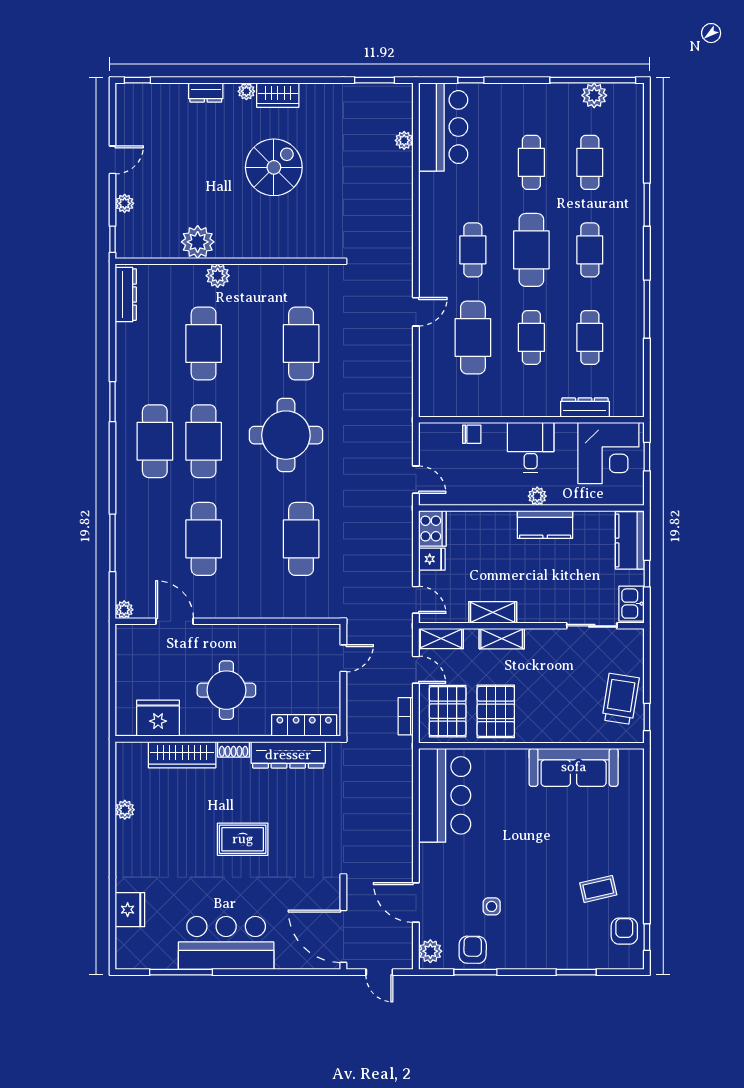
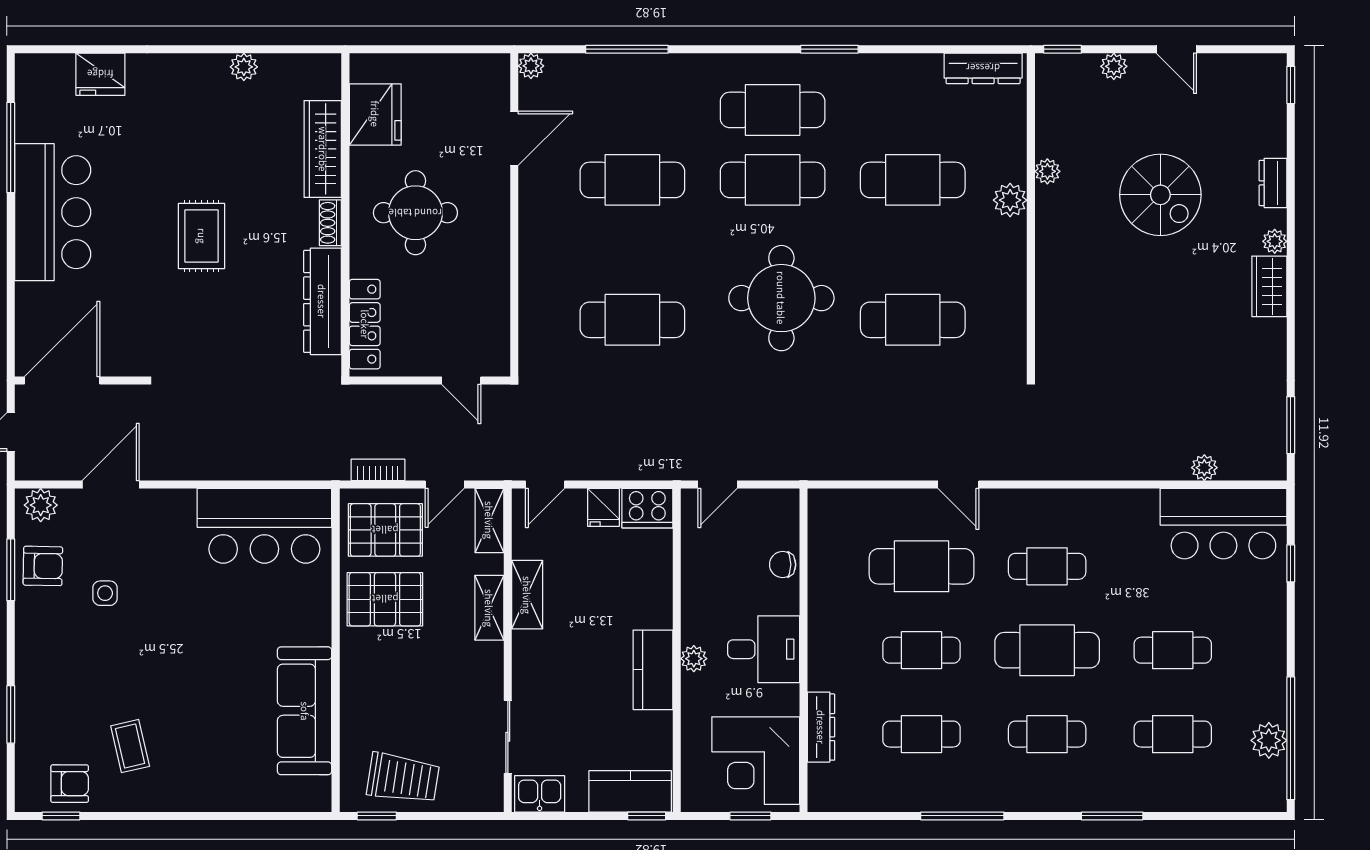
spiral stairs: (274, 167) -> (1160, 195), moved
plant: (198, 242) -> (1047, 171), width x0.53, depth x0.53
chair: (472, 434) -> (783, 565), turned 90
window: (647, 574) -> (647, 816), moved

